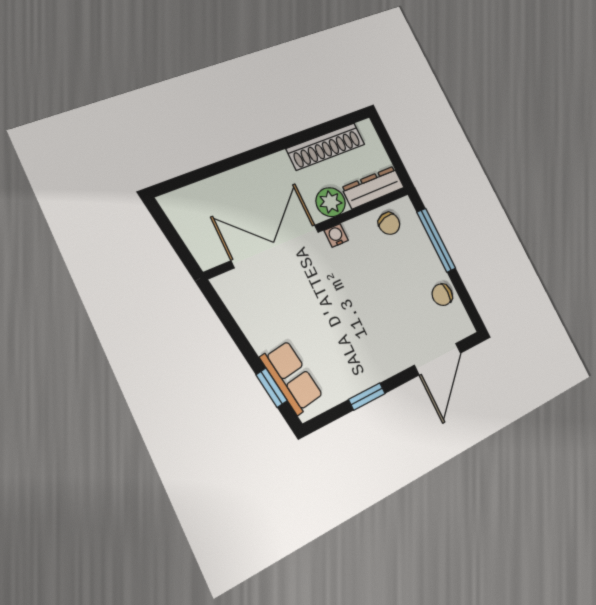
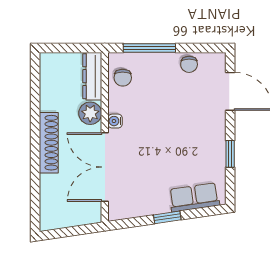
shoe rack: (326, 146) -> (49, 143), moved
chair: (389, 223) -> (123, 78), turned 105
window: (272, 388) -> (167, 217), moved

